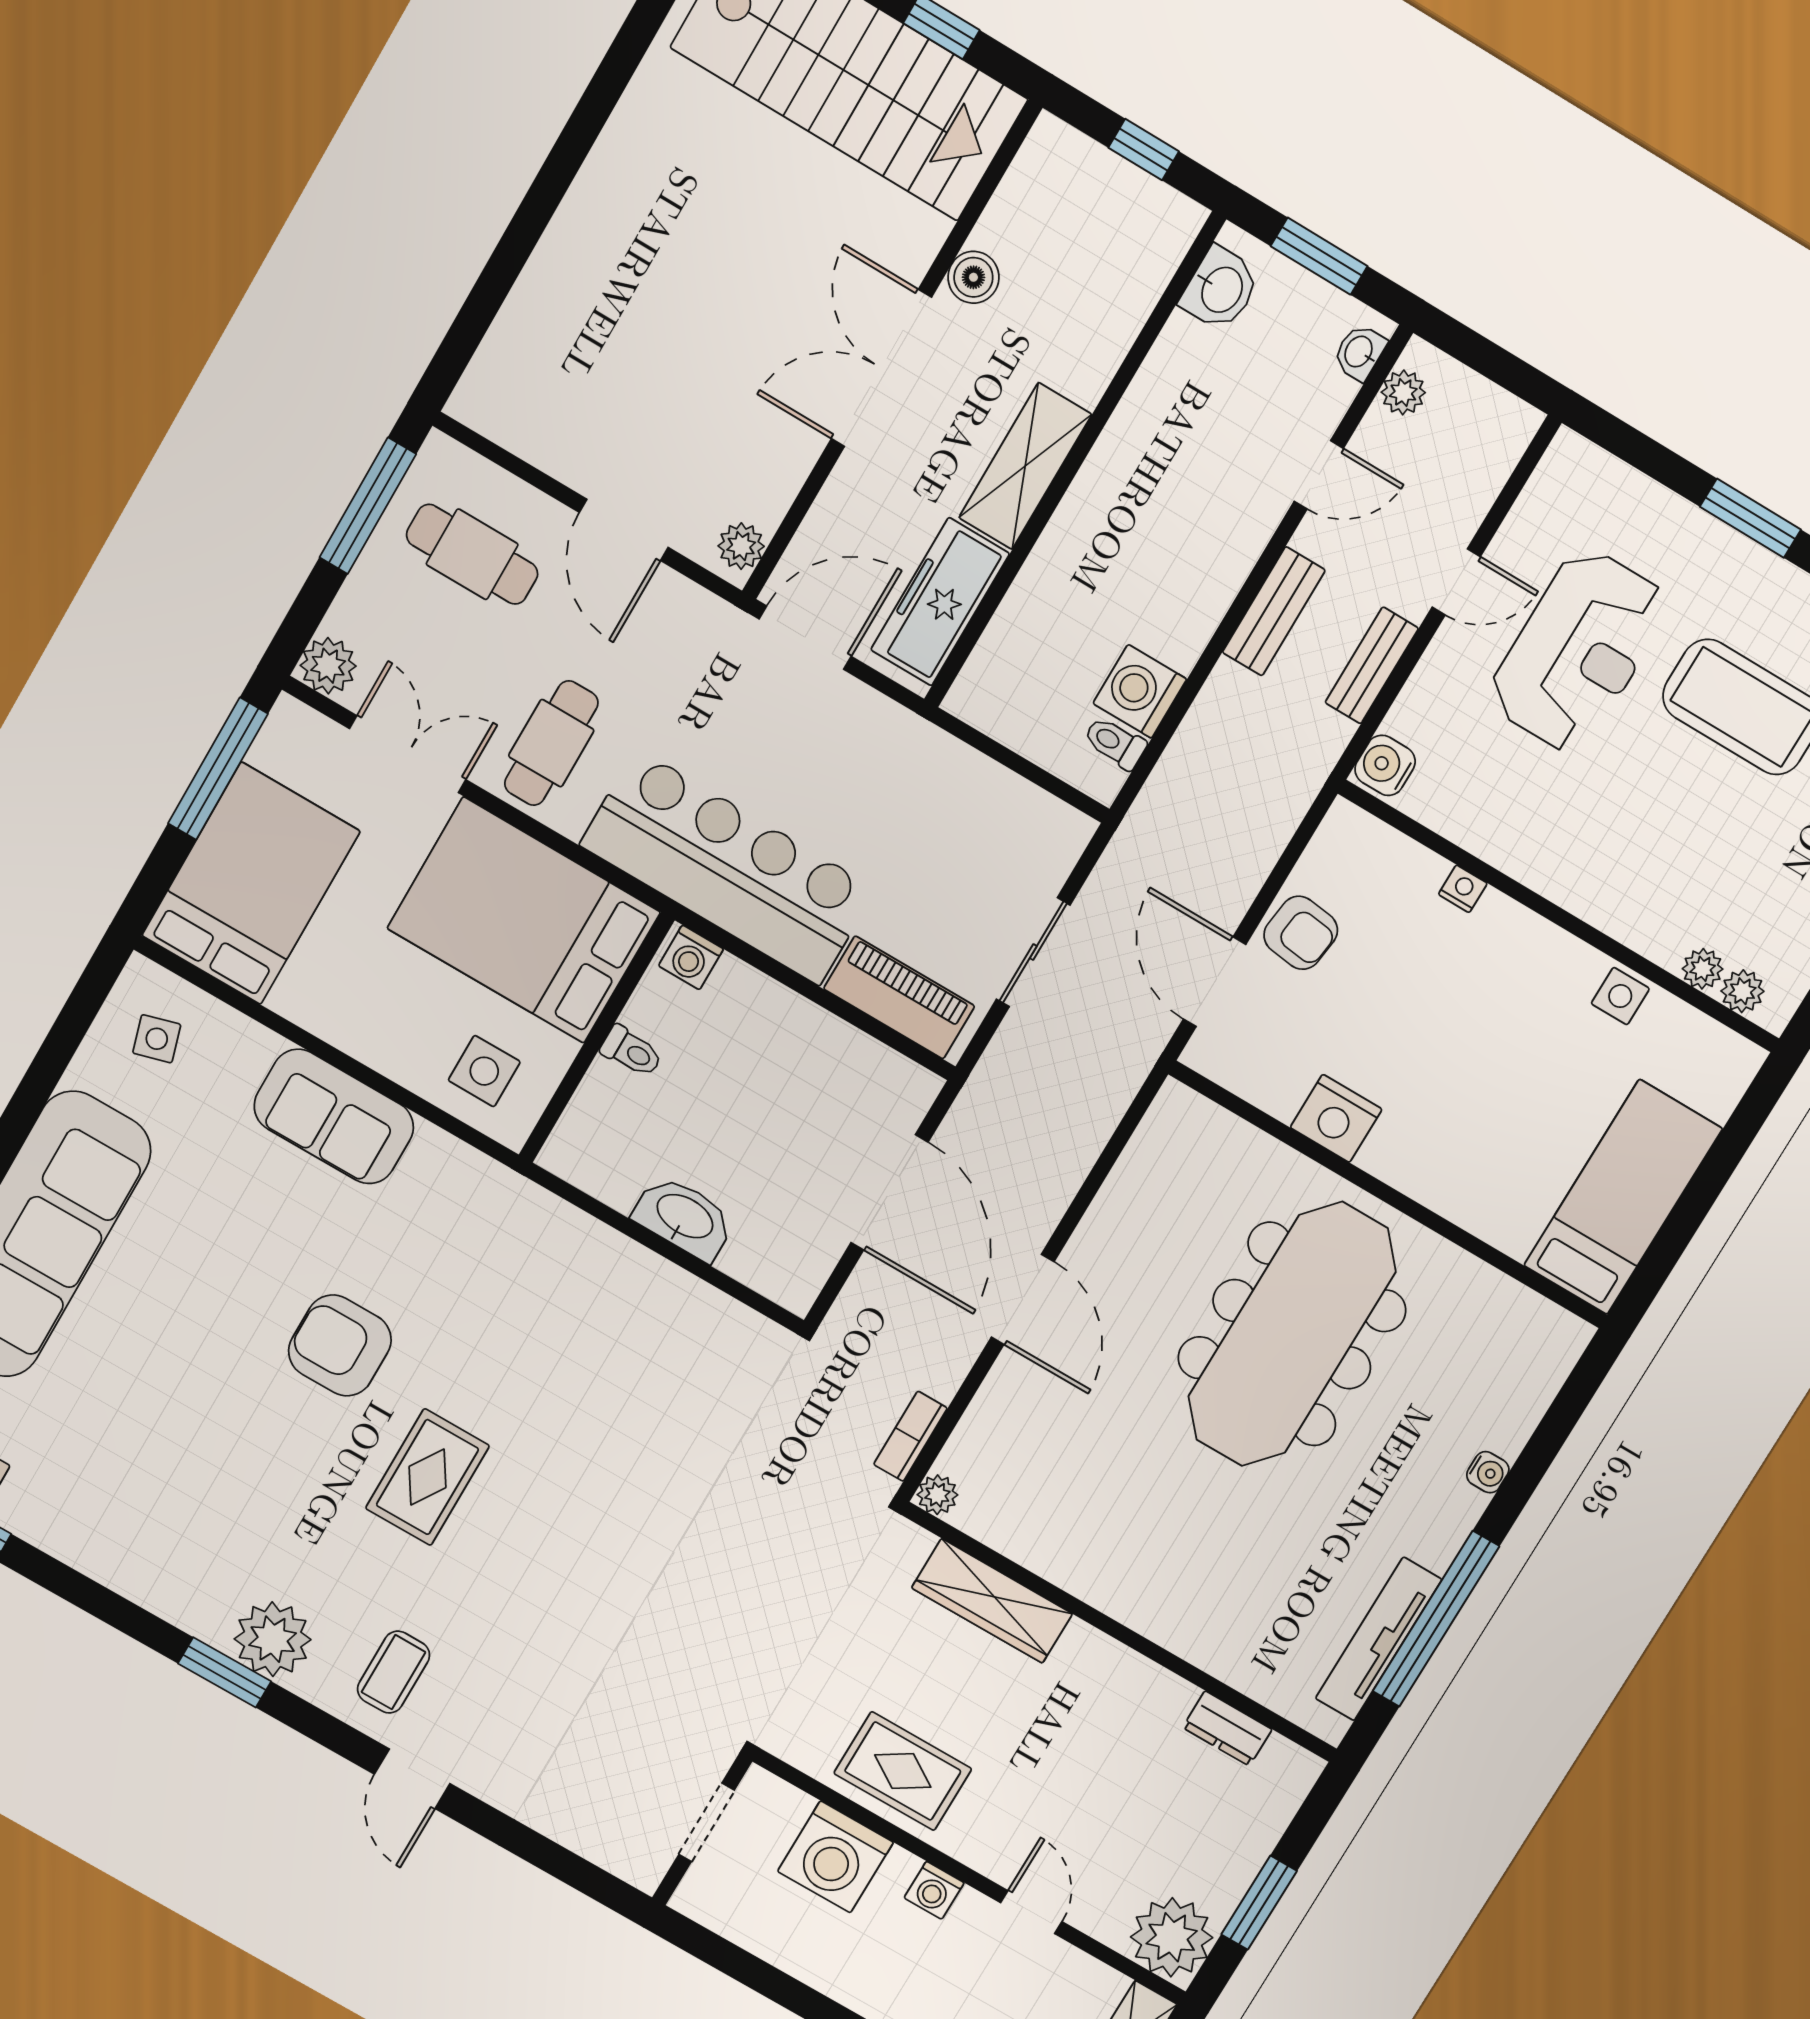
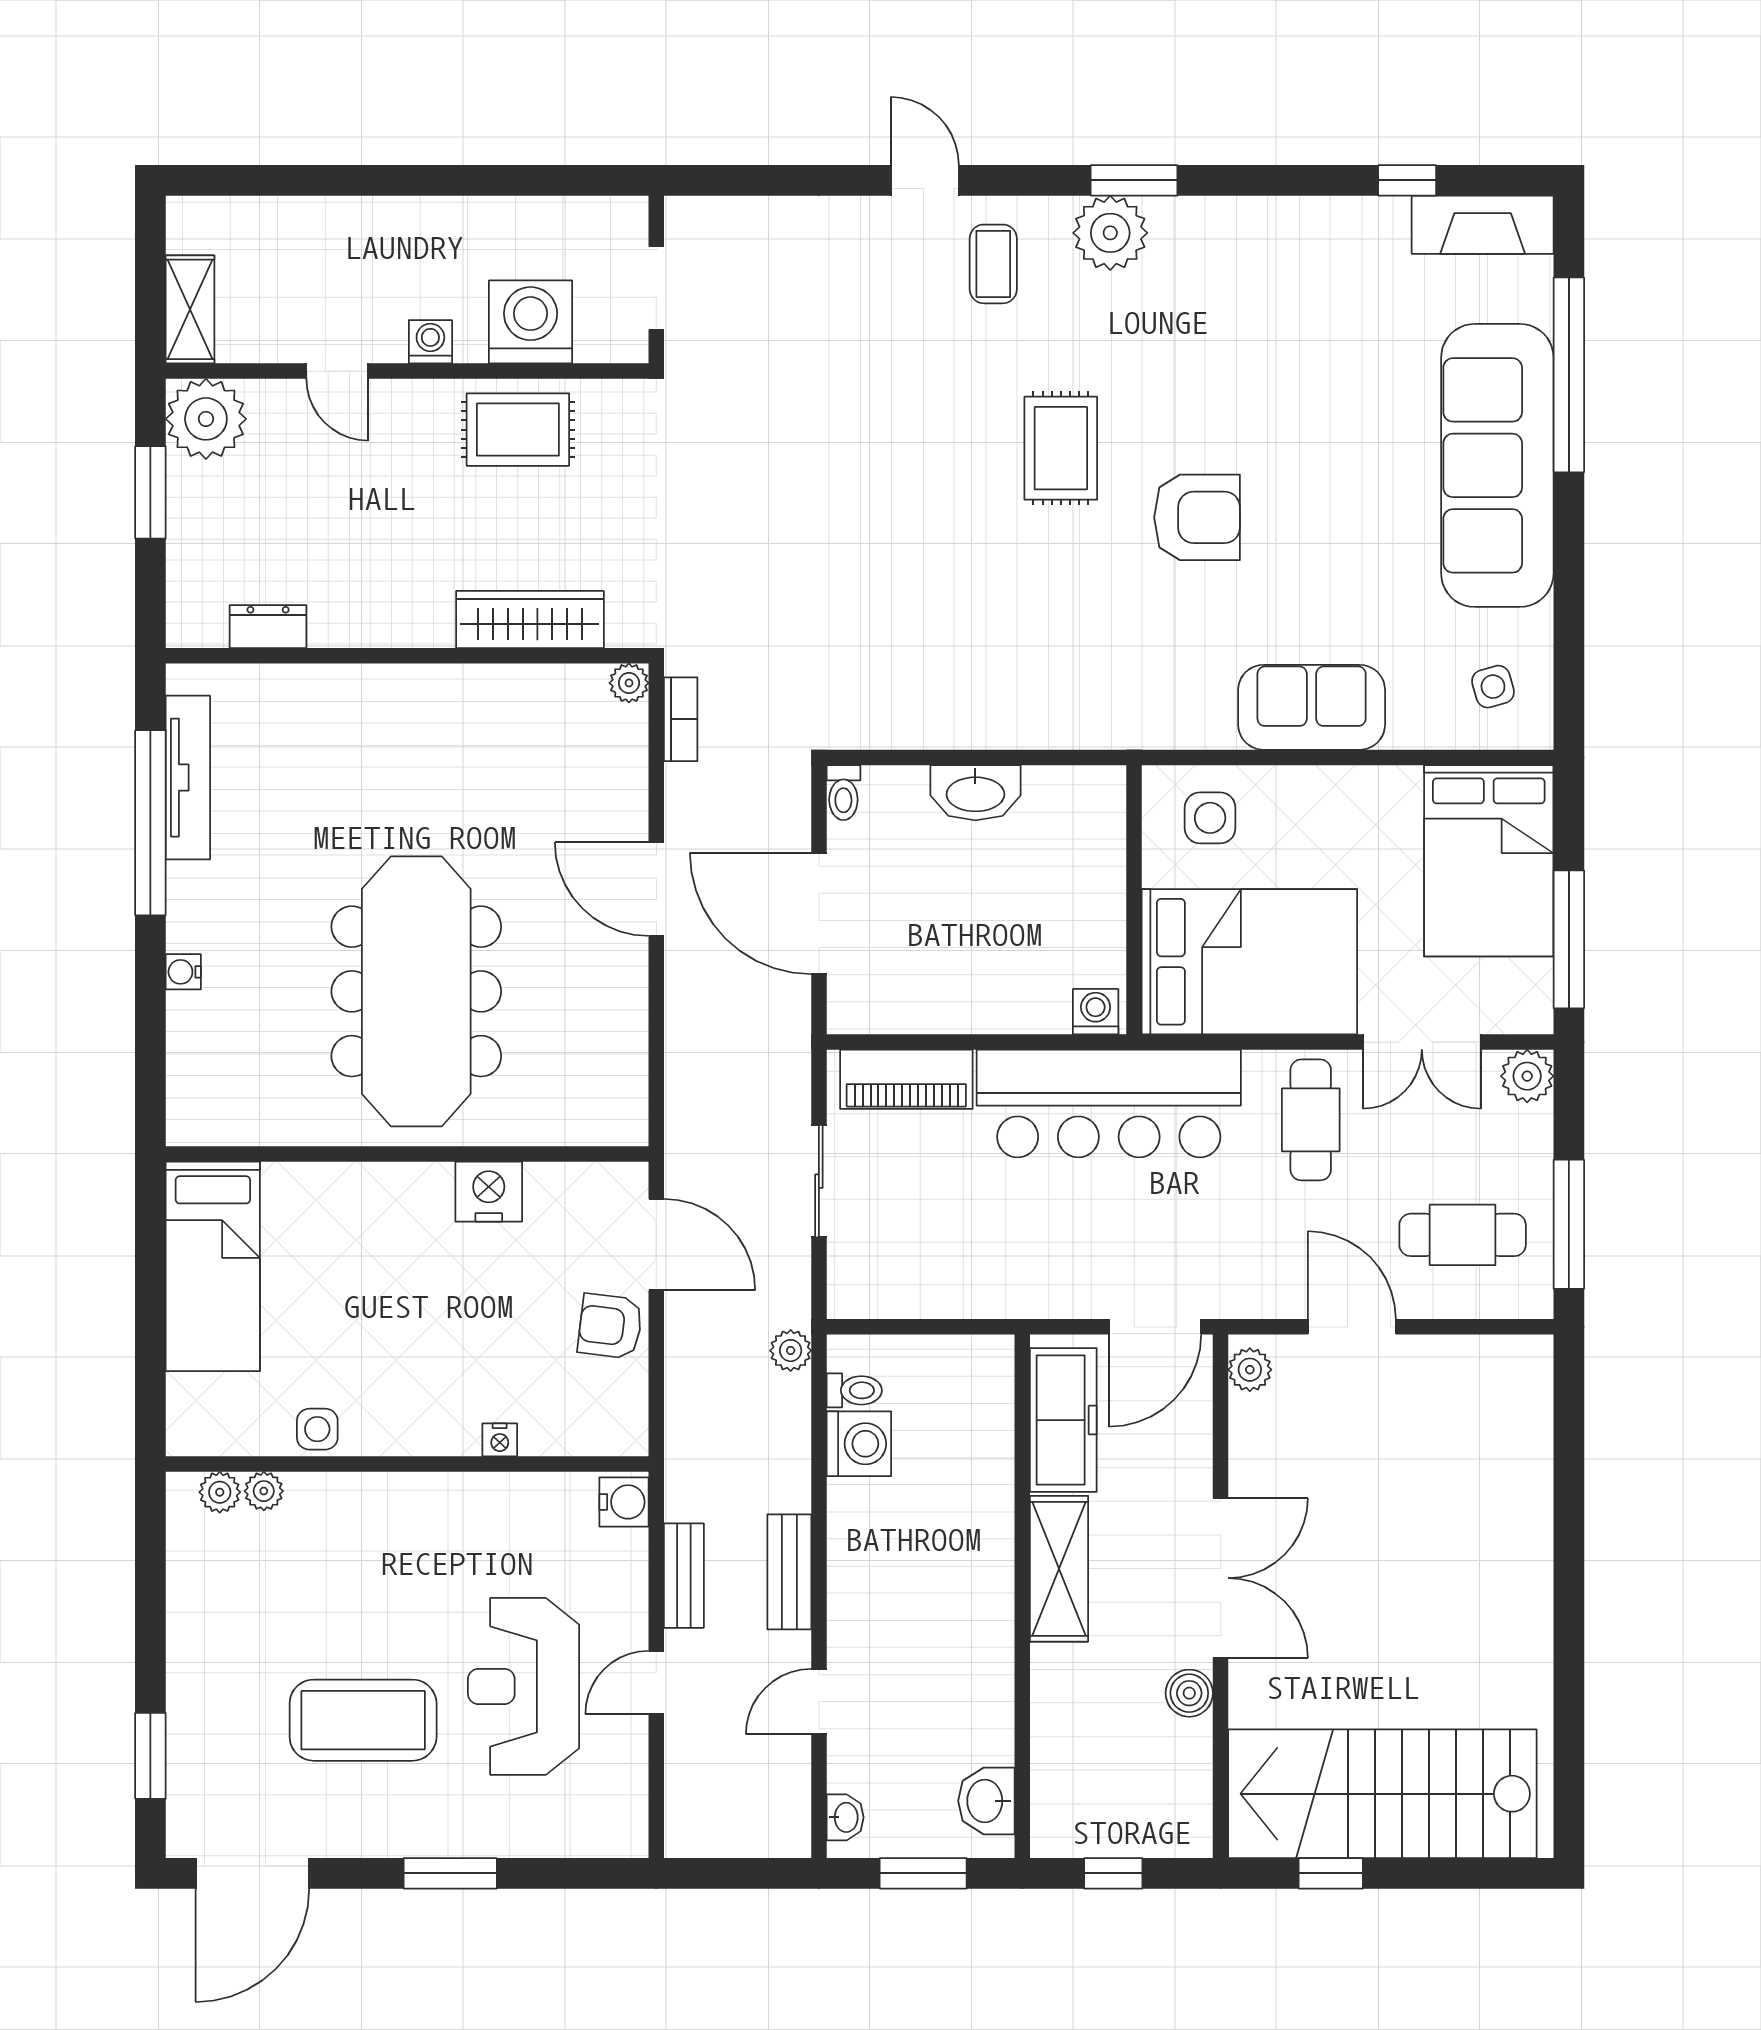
plant: (1403, 392) -> (791, 1351), moved
toilet: (632, 1052) -> (843, 793), moved, turned -90

